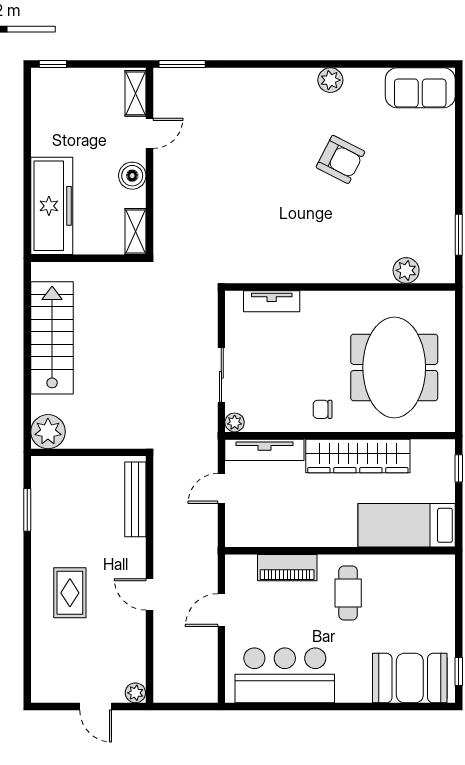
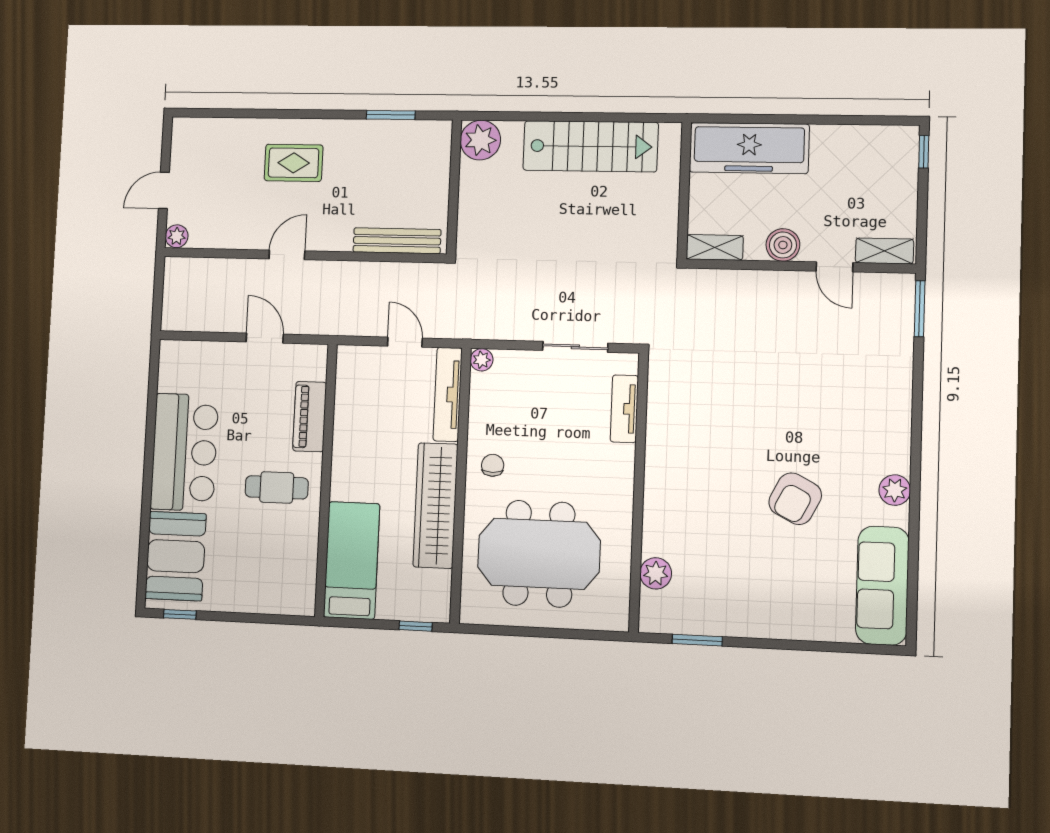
sofa: (420, 88) -> (882, 586), width x1.36
sliding door: (221, 375) -> (575, 347), moved
bar counter: (285, 675) -> (184, 452), moved

